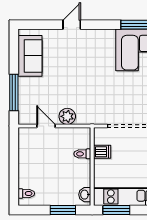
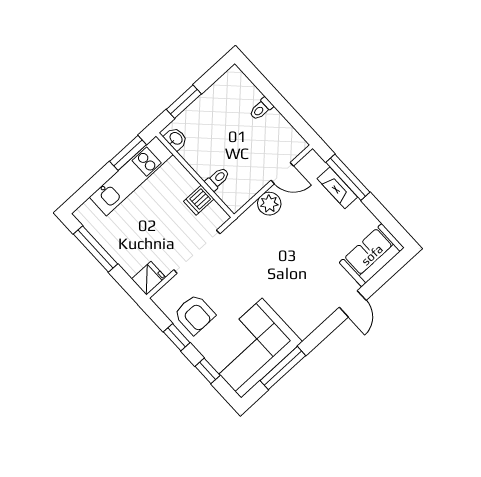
sofa: (30, 56) -> (372, 255), moved, turned 90
fireplace: (24, 92) -> (337, 188), added
toilet: (26, 193) -> (261, 109), moved

